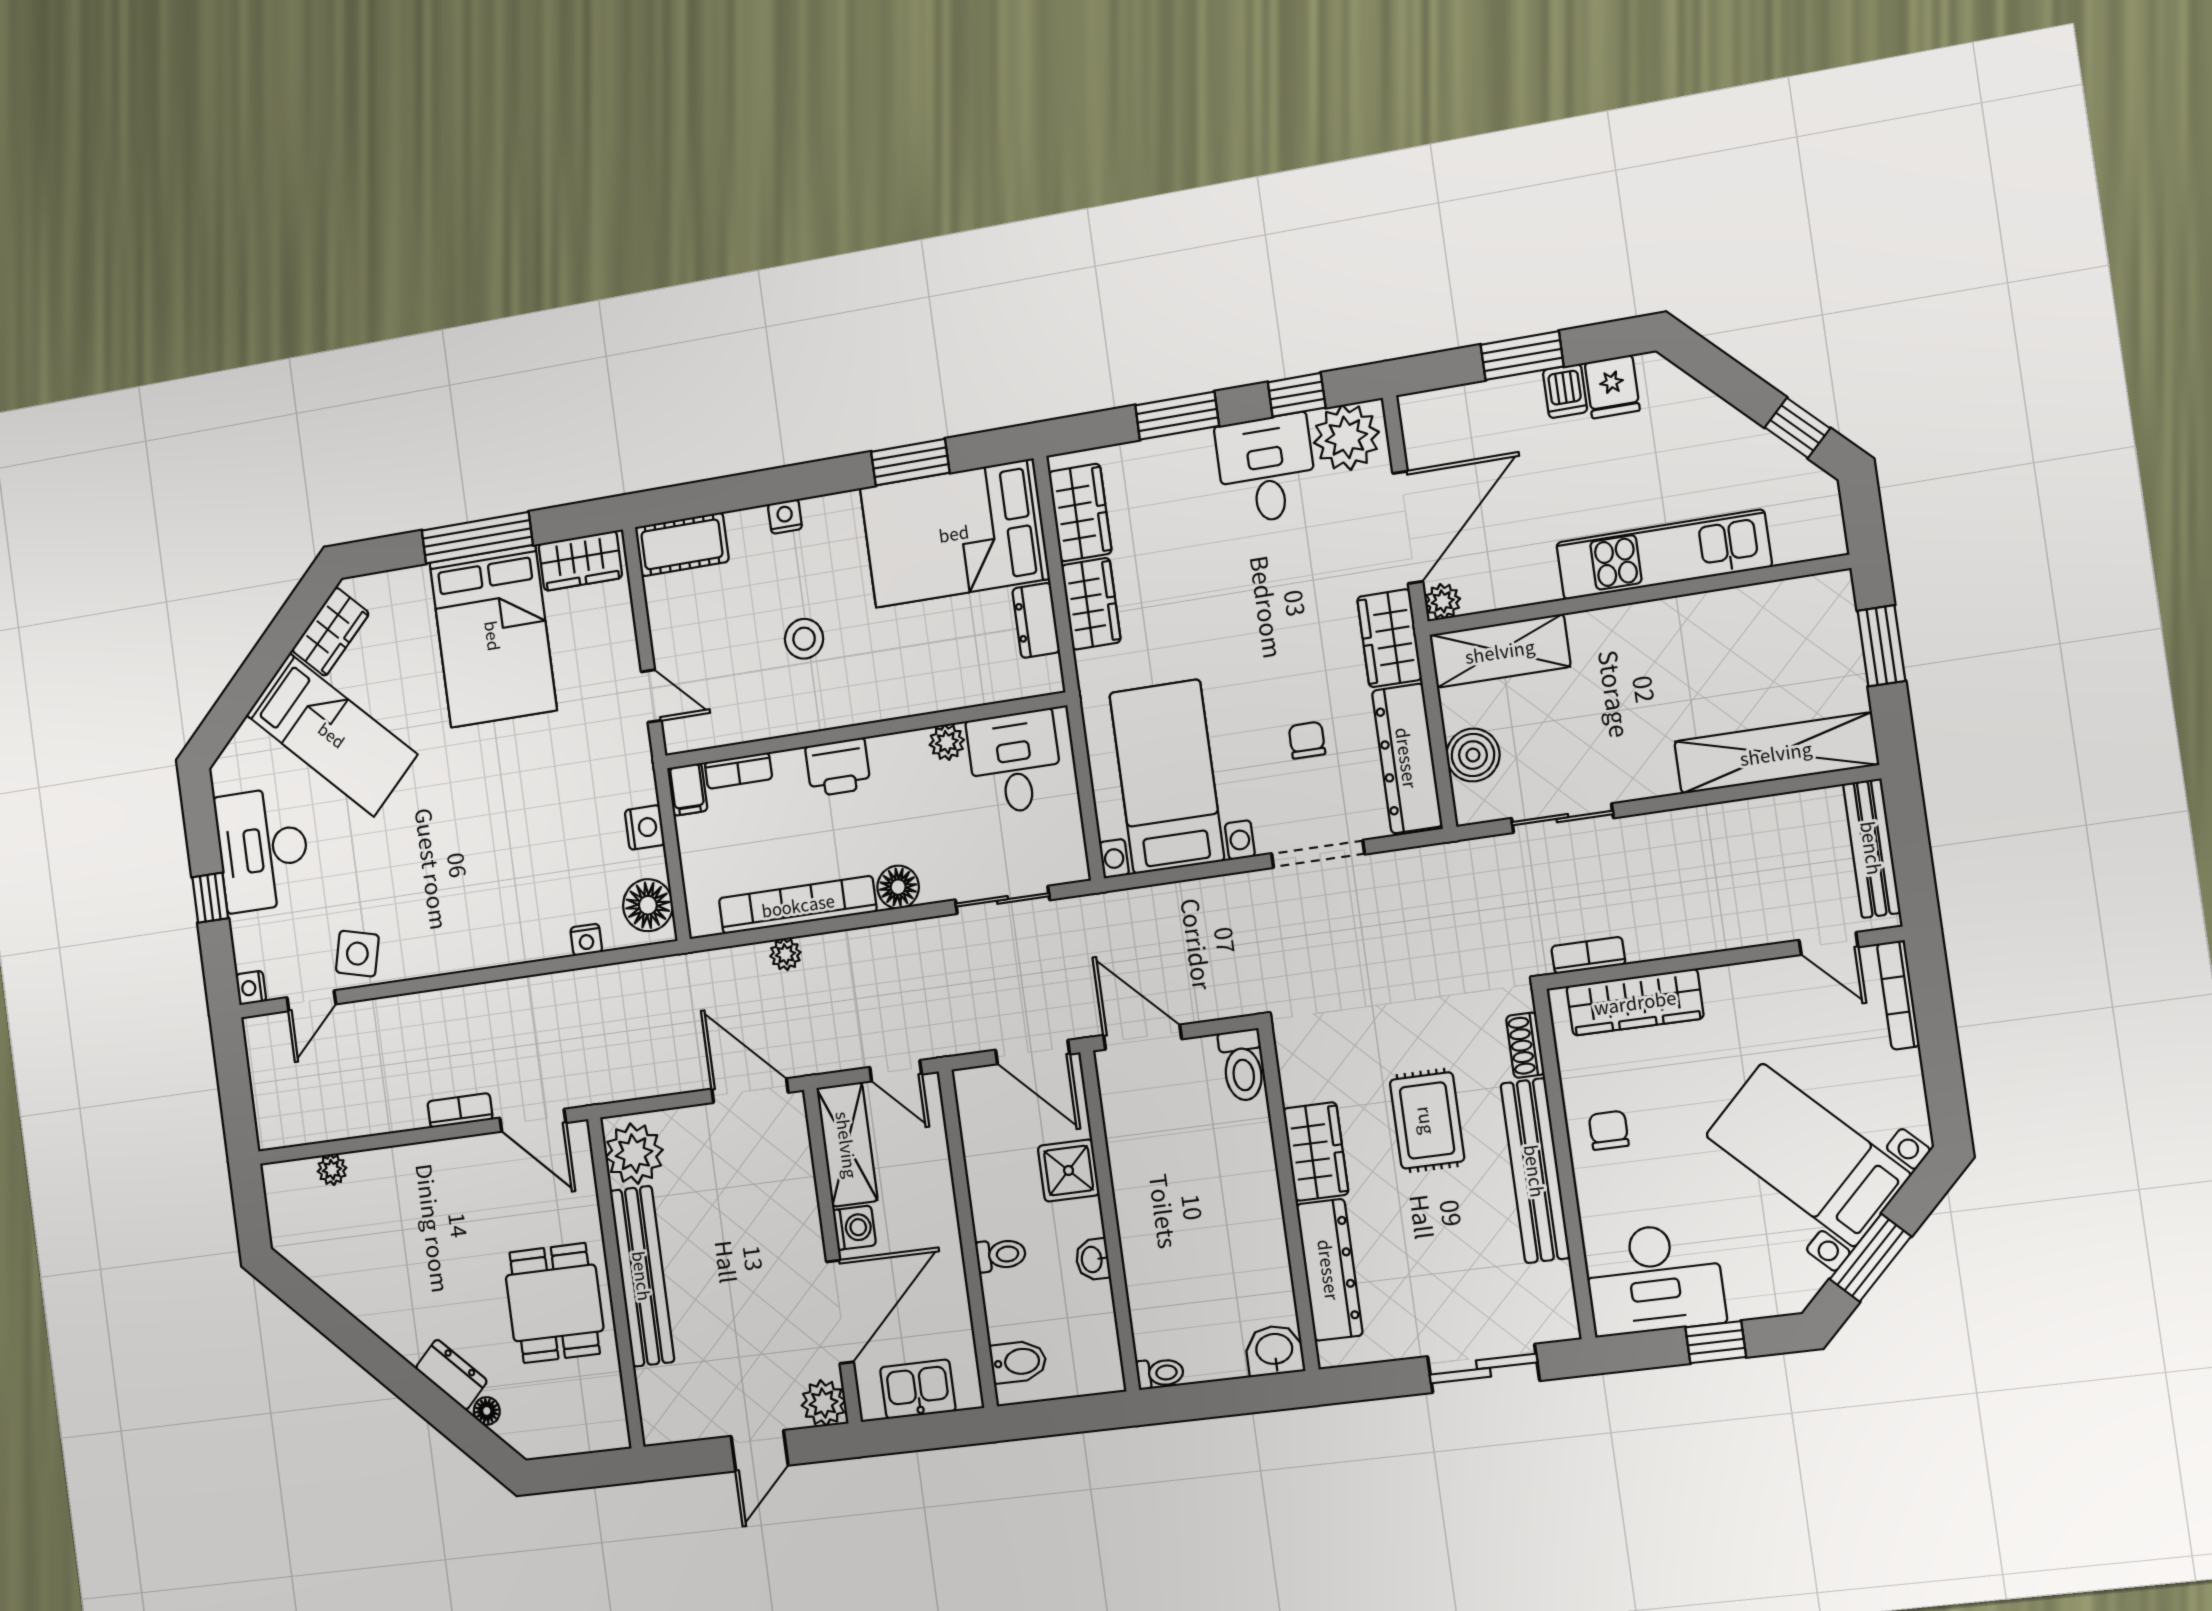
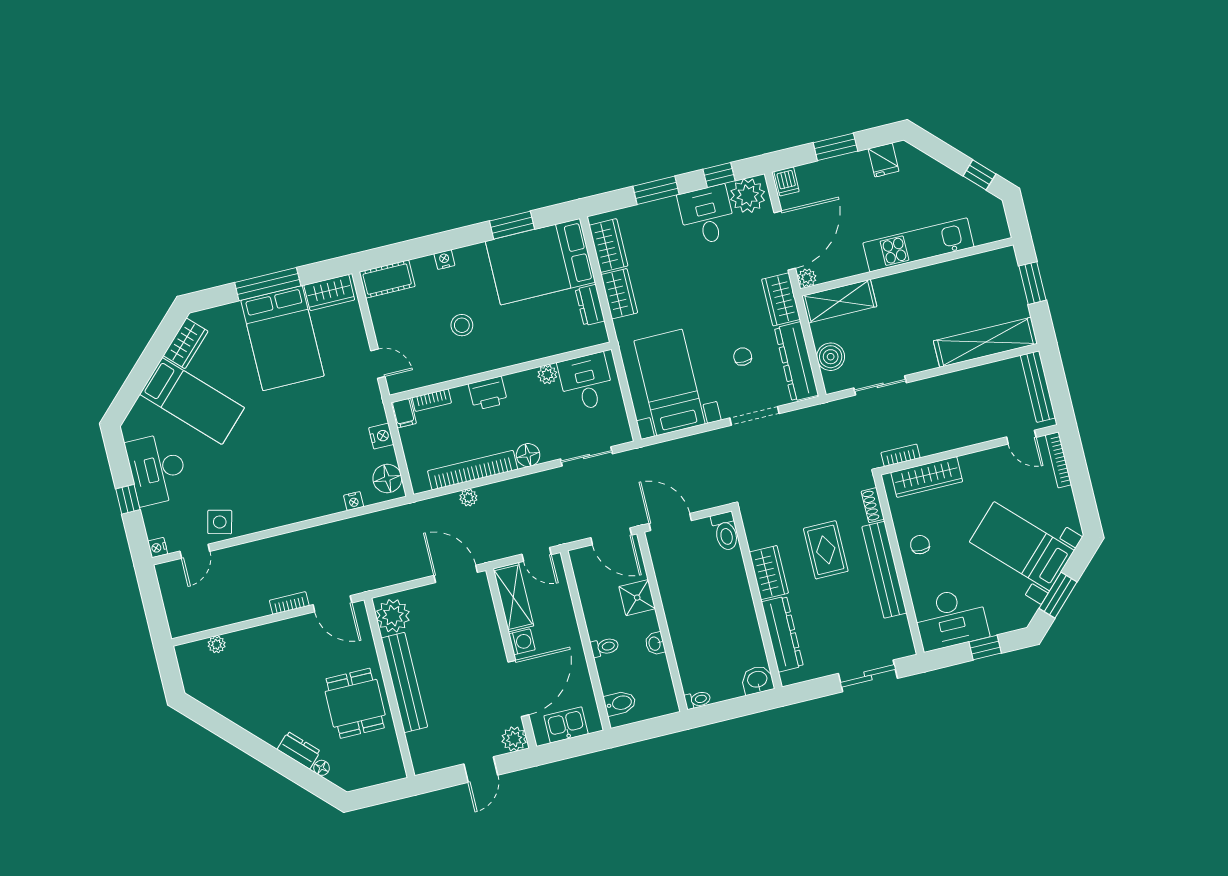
dishwasher: (1565, 391) -> (787, 181), moved

